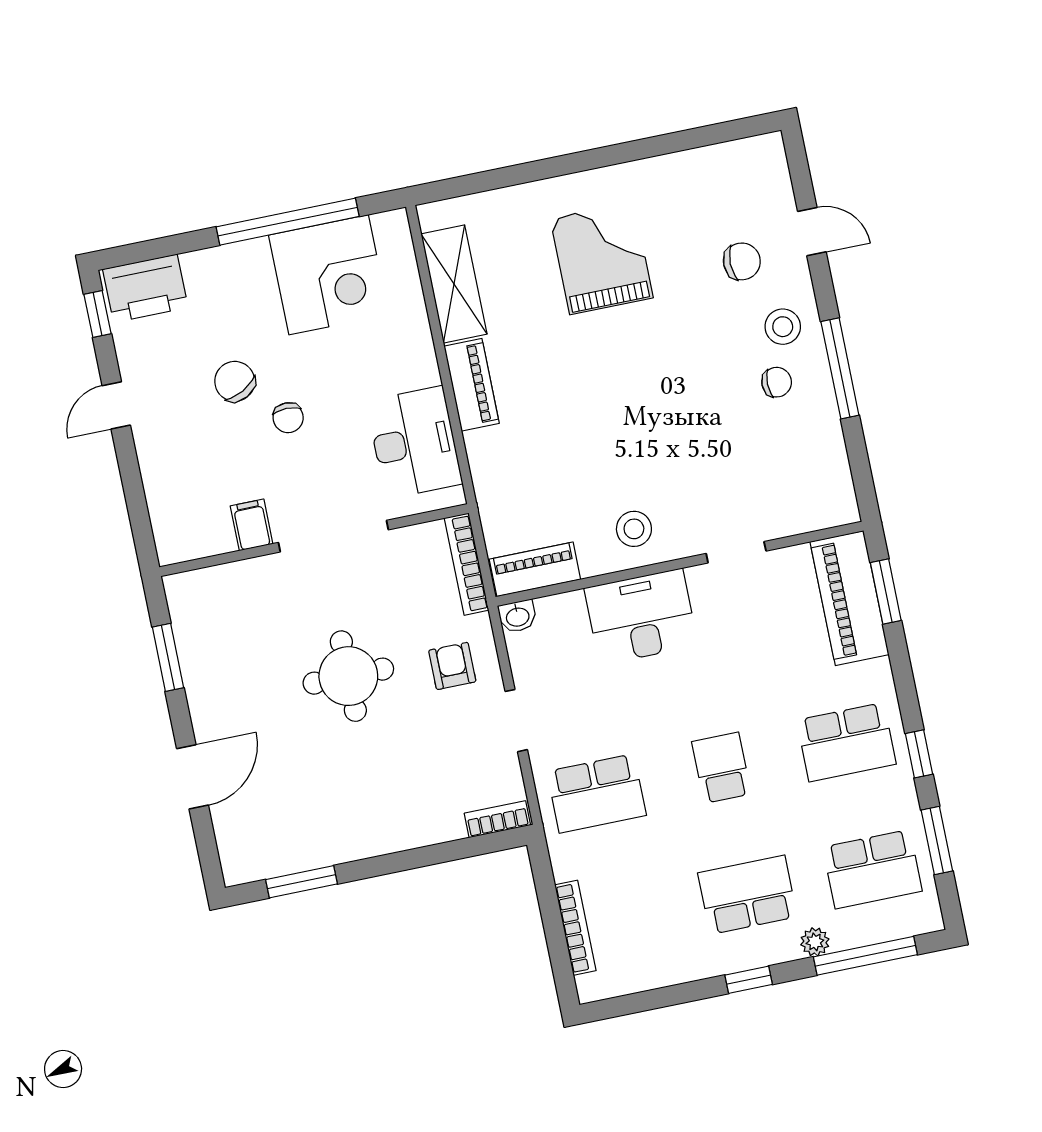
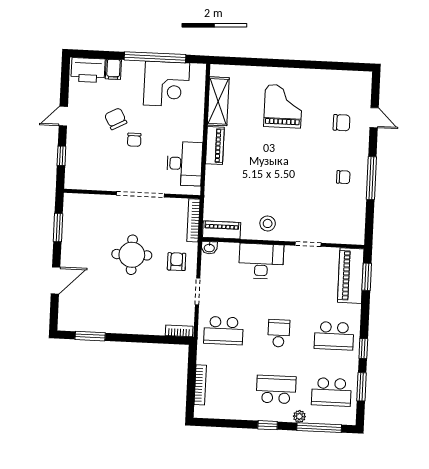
window: (97, 314) -> (61, 156), moved
stool: (783, 327) -> (352, 154), removed
filing cabinet: (252, 525) -> (113, 69), moved, turned 180

